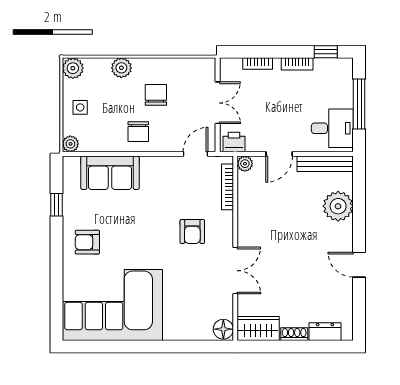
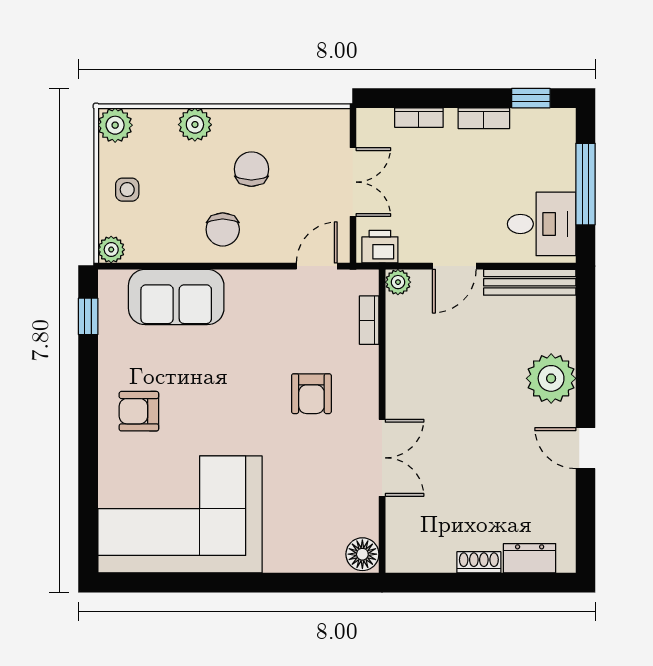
bookcase: (227, 187) -> (369, 320), width x0.64
window: (56, 205) -> (88, 316), moved
plant: (338, 206) -> (551, 378), moved
wardrobe: (258, 328) -> (420, 553), removed

